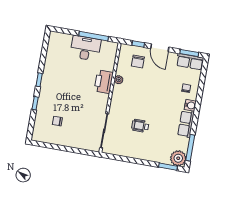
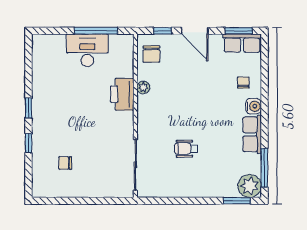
chair: (138, 62) -> (151, 54), moved

